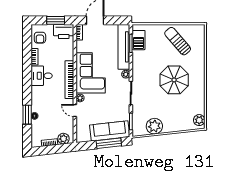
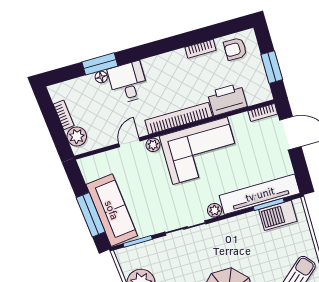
printer: (64, 31) -> (227, 99), moved, turned 90
desk: (42, 76) -> (128, 82), moved

